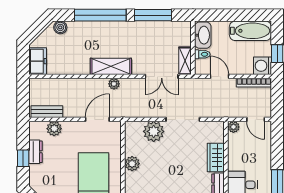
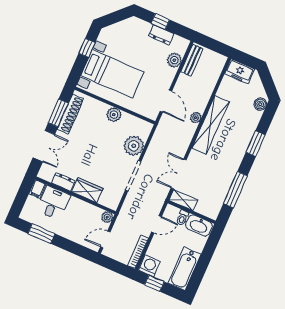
window: (100, 15) -> (256, 144), width x0.47
shelving: (111, 66) -> (210, 125), width x1.47
plant: (114, 84) -> (196, 118), moved

